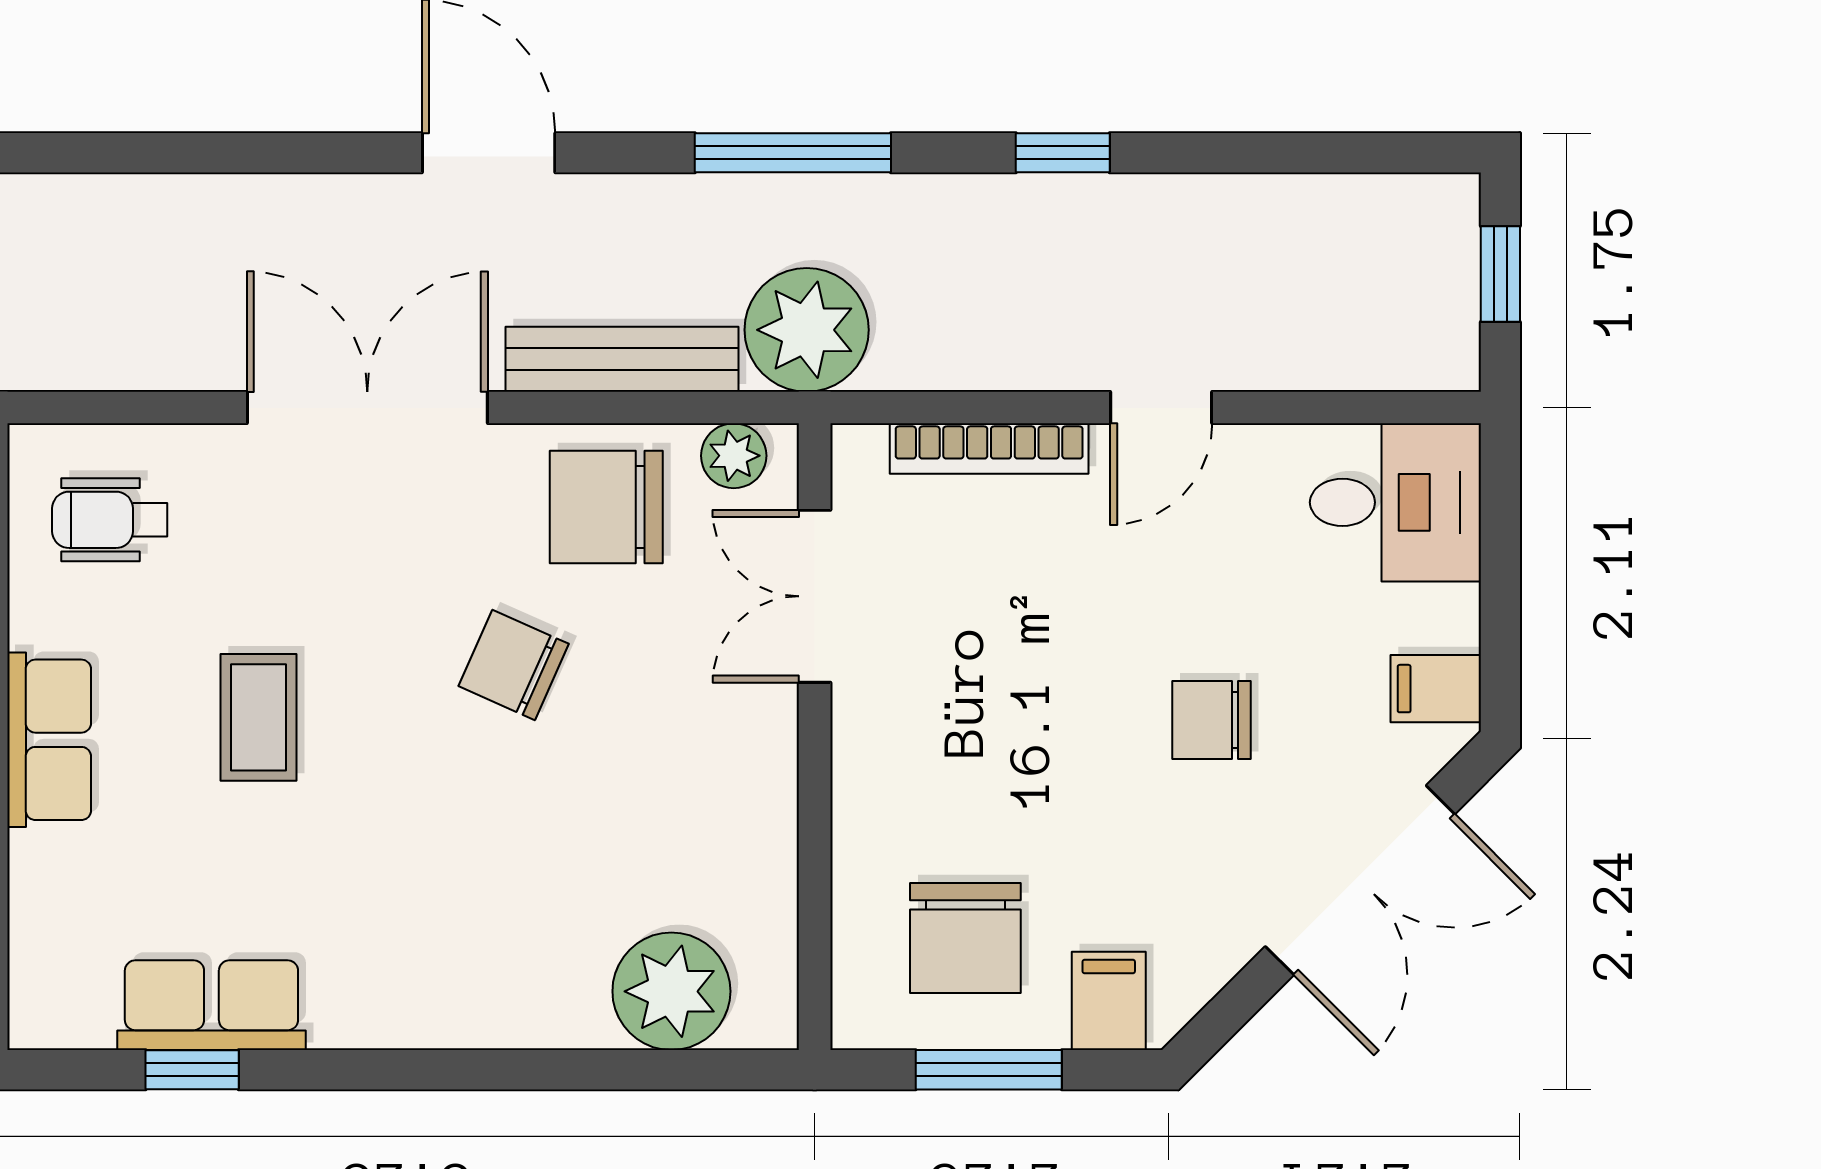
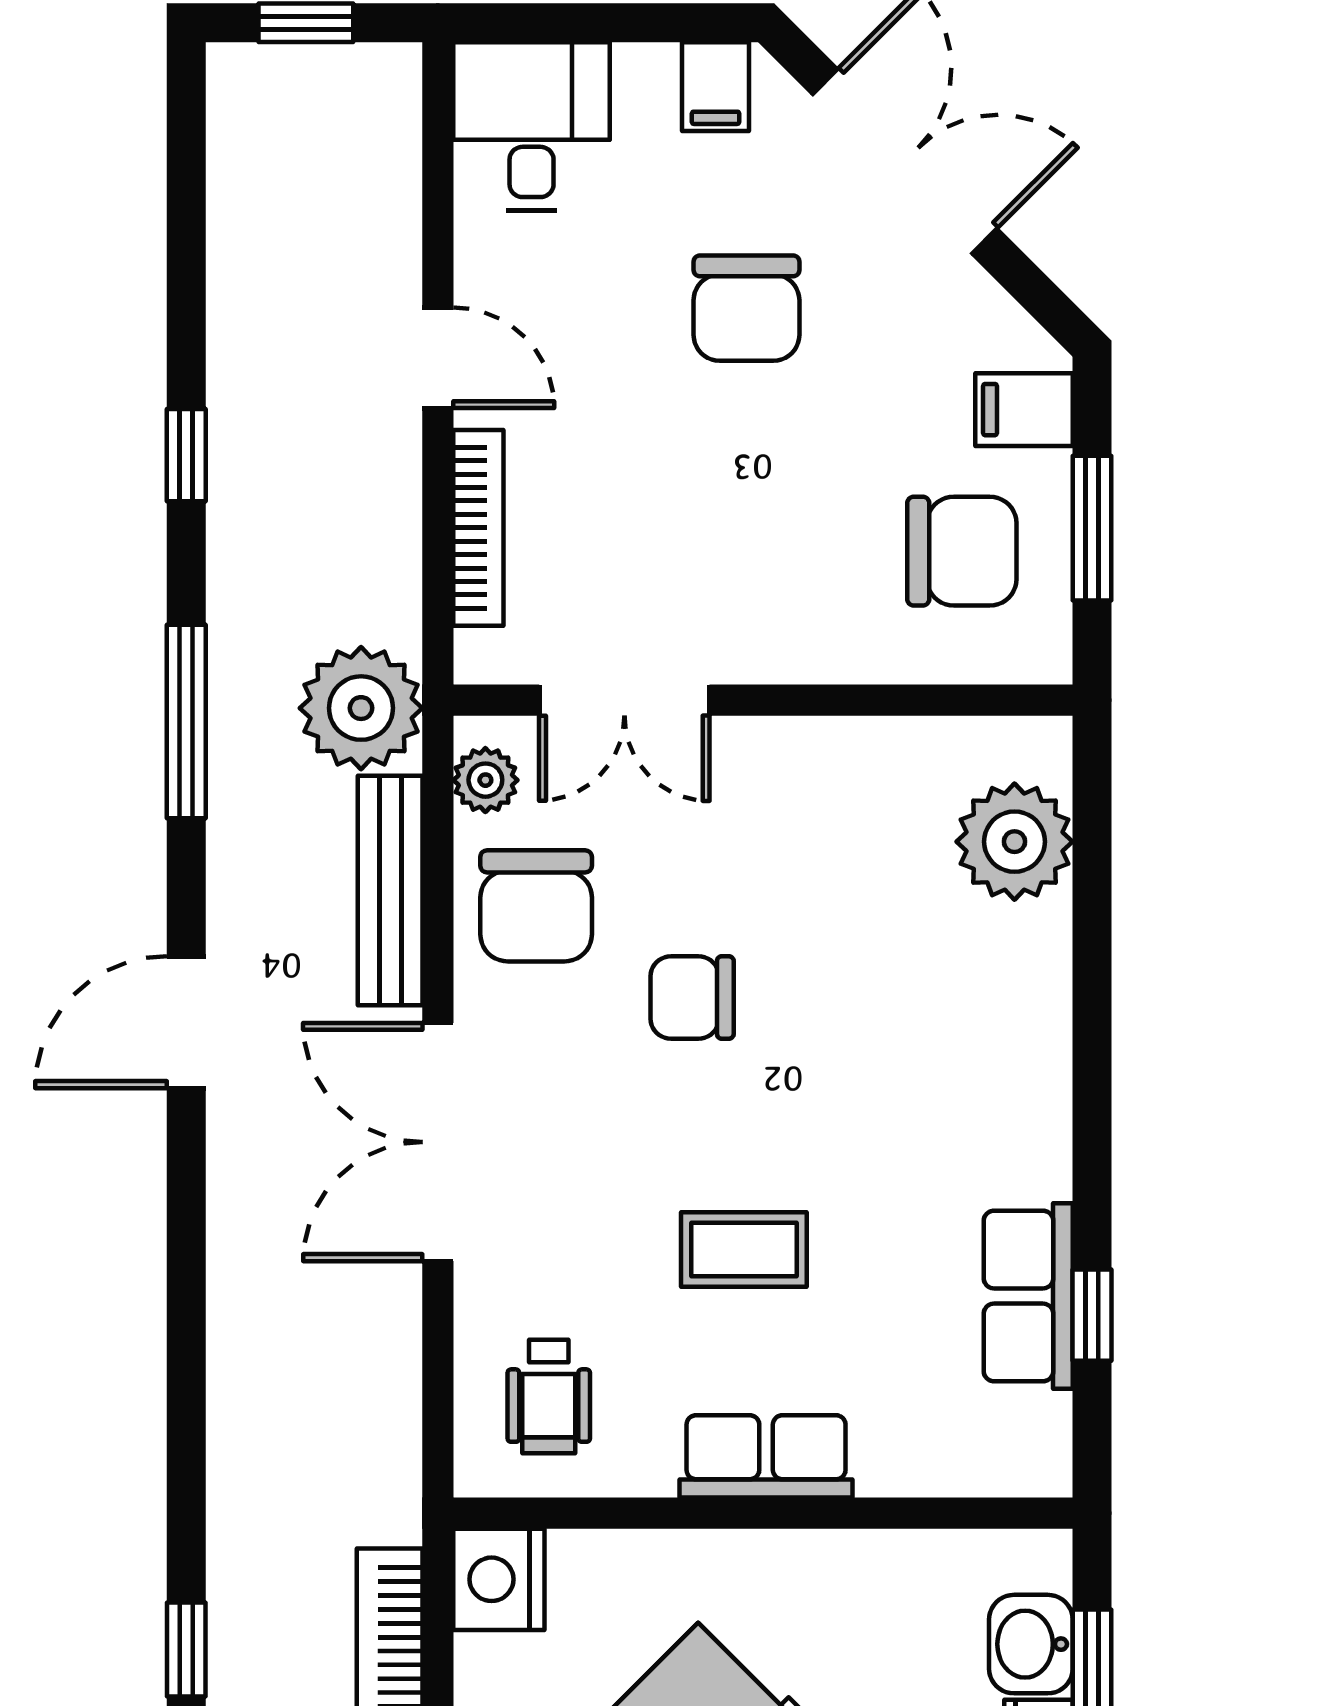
chair: (514, 665) -> (692, 997), turned 66
chair: (1211, 720) -> (746, 308), width x1.37, depth x1.37

